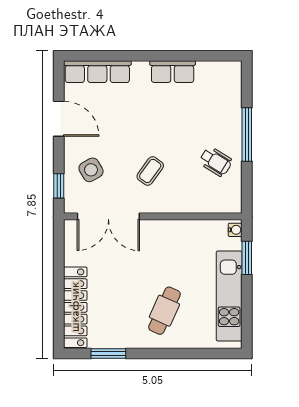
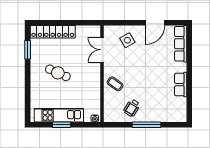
coffee table: (150, 171) -> (115, 84), moved
window: (59, 186) -> (119, 23), removed
double door: (108, 216) -> (102, 50), width x0.73
window: (247, 258) -> (62, 125), moved
cafe table: (164, 311) -> (58, 73), moved

